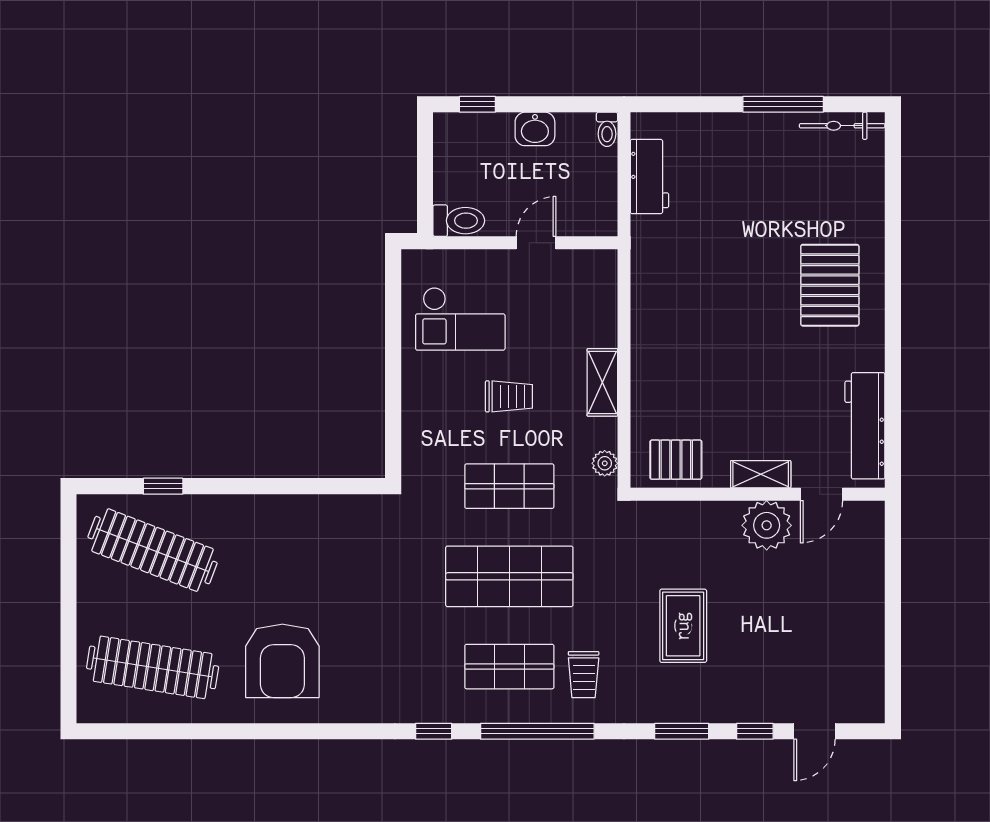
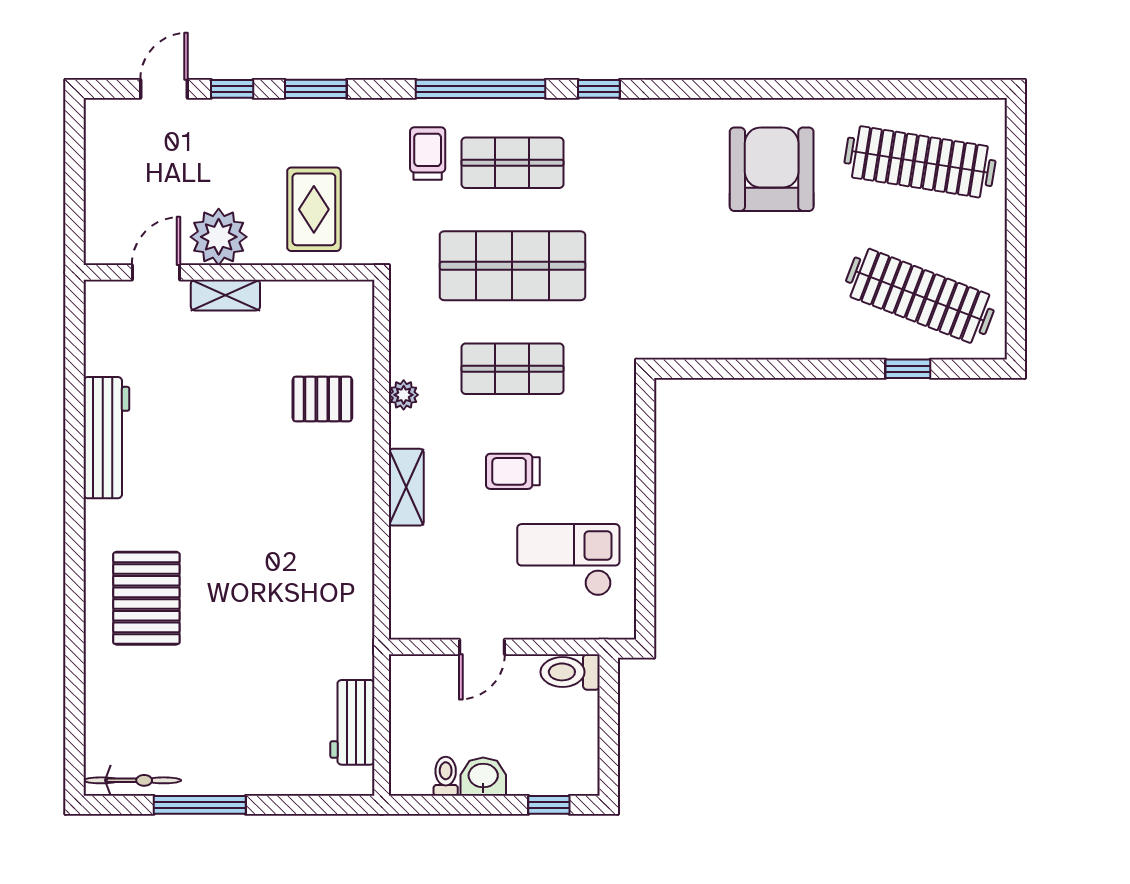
toilet: (607, 129) -> (446, 776), moved
shelving: (761, 474) -> (225, 295), moved
wall: (758, 494) -> (229, 272), moved
door: (822, 494) -> (156, 272), moved
plant: (767, 525) -> (219, 237), moved

